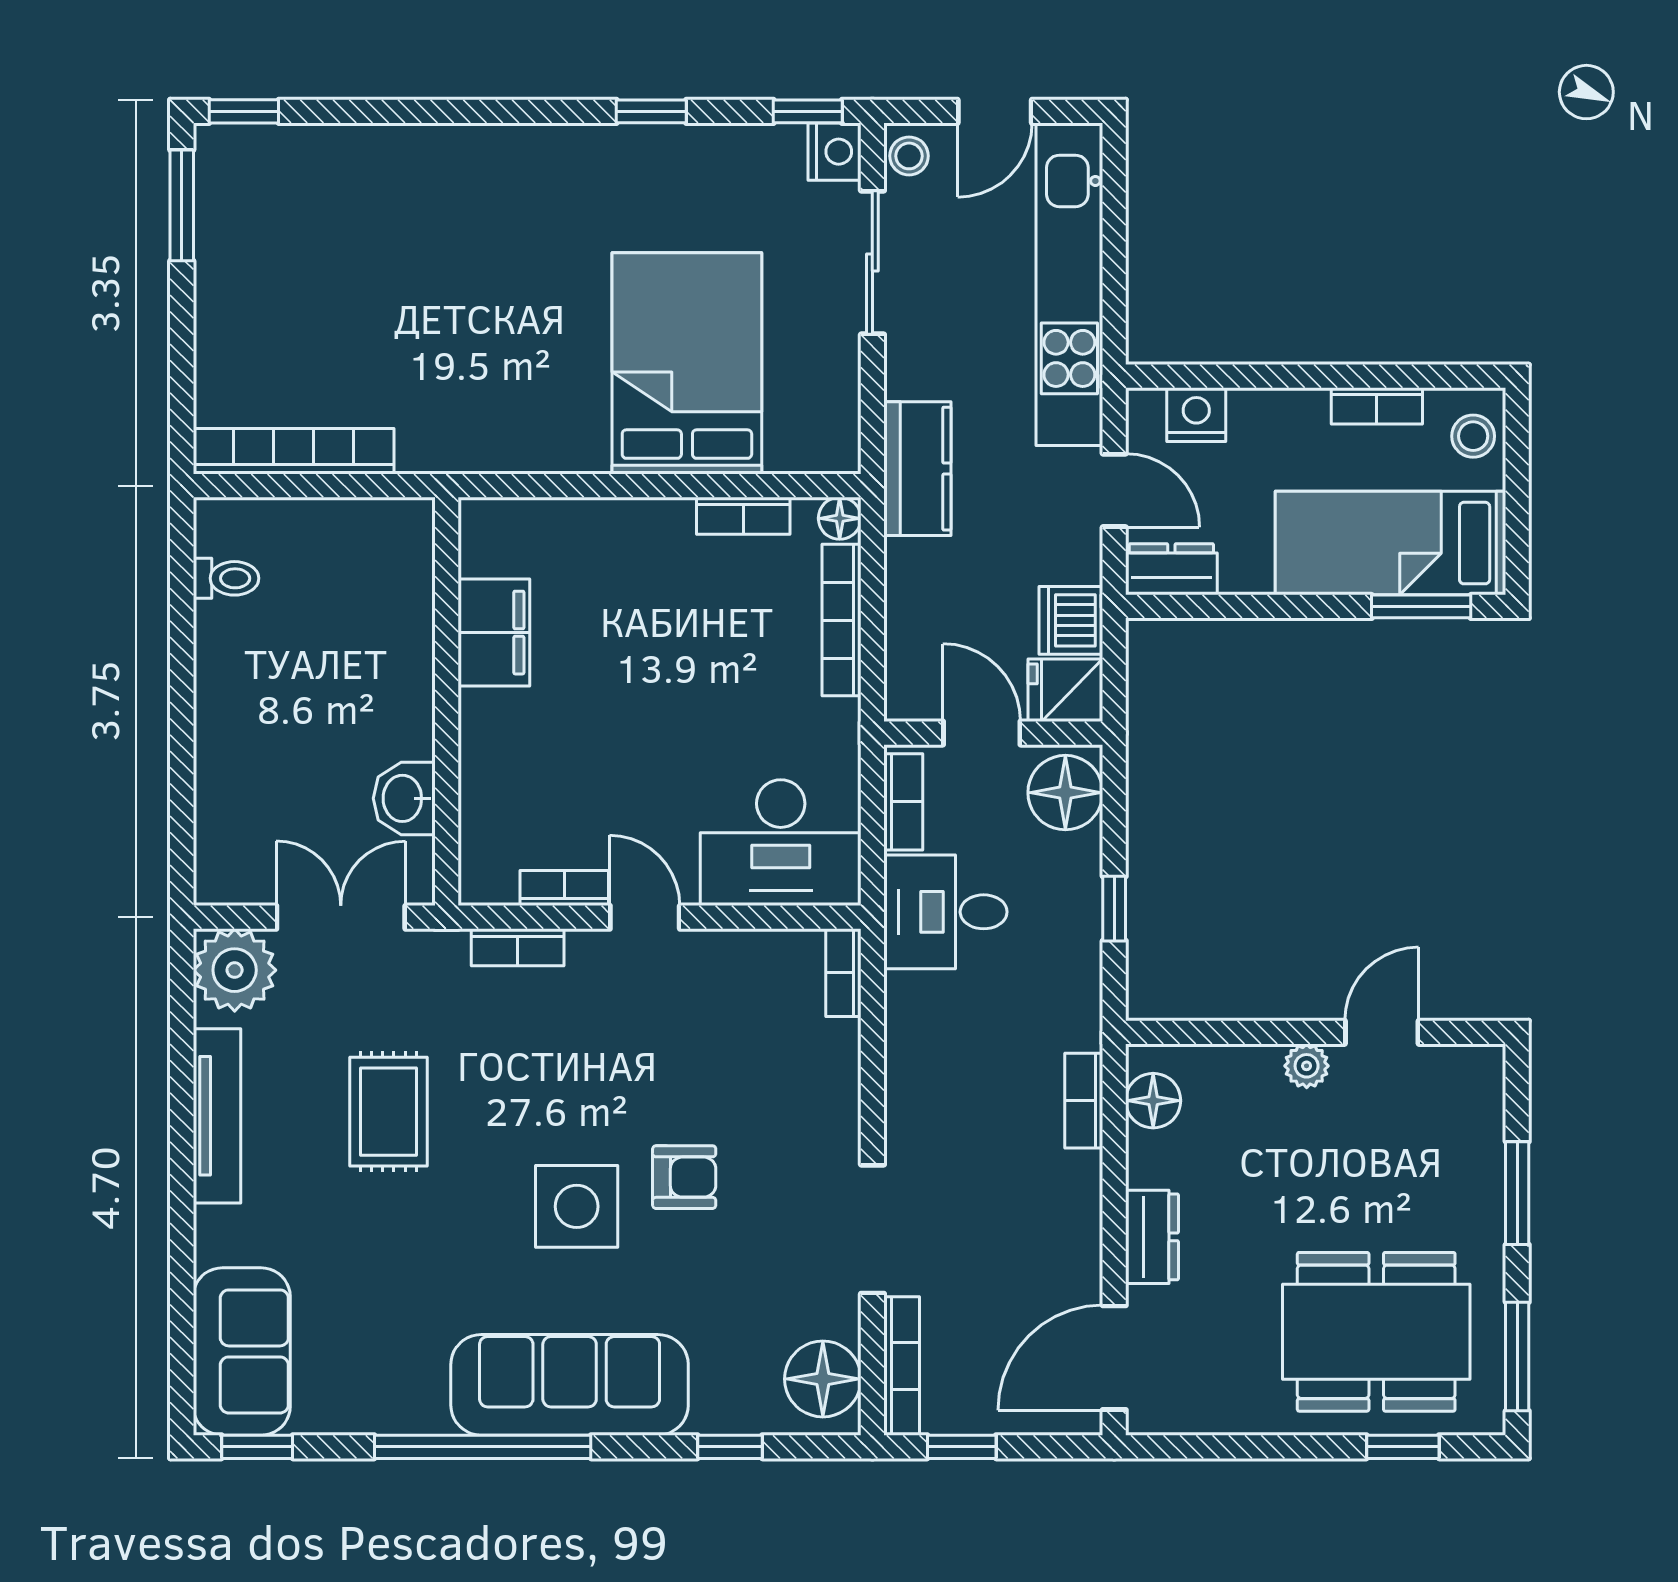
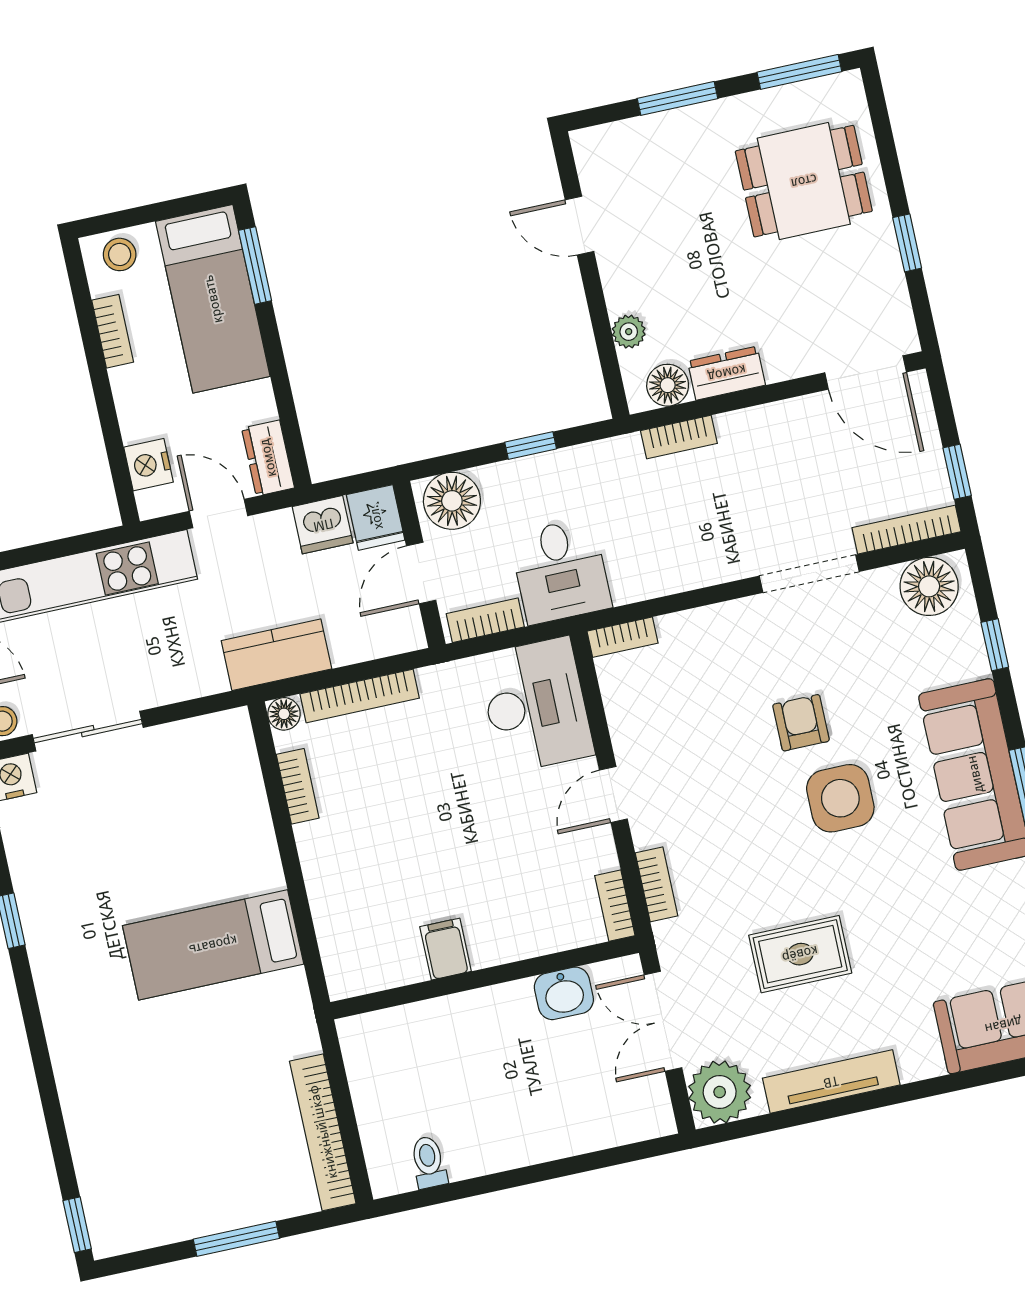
window: (182, 205) -> (236, 1239), moved
bed: (687, 363) -> (213, 945), moved, width x0.67
kitchen counter: (917, 469) -> (276, 655), moved
door: (1114, 490) -> (218, 514), hinge flipped
filing cabinet: (494, 633) -> (446, 949), width x0.50
bookcase: (564, 888) -> (615, 906), moved
plant: (1307, 1066) -> (629, 332), moved
dresser: (1152, 1237) -> (727, 373), moved
dining table: (1376, 1332) -> (804, 181), width x0.73
window: (1403, 1447) -> (907, 243), moved

